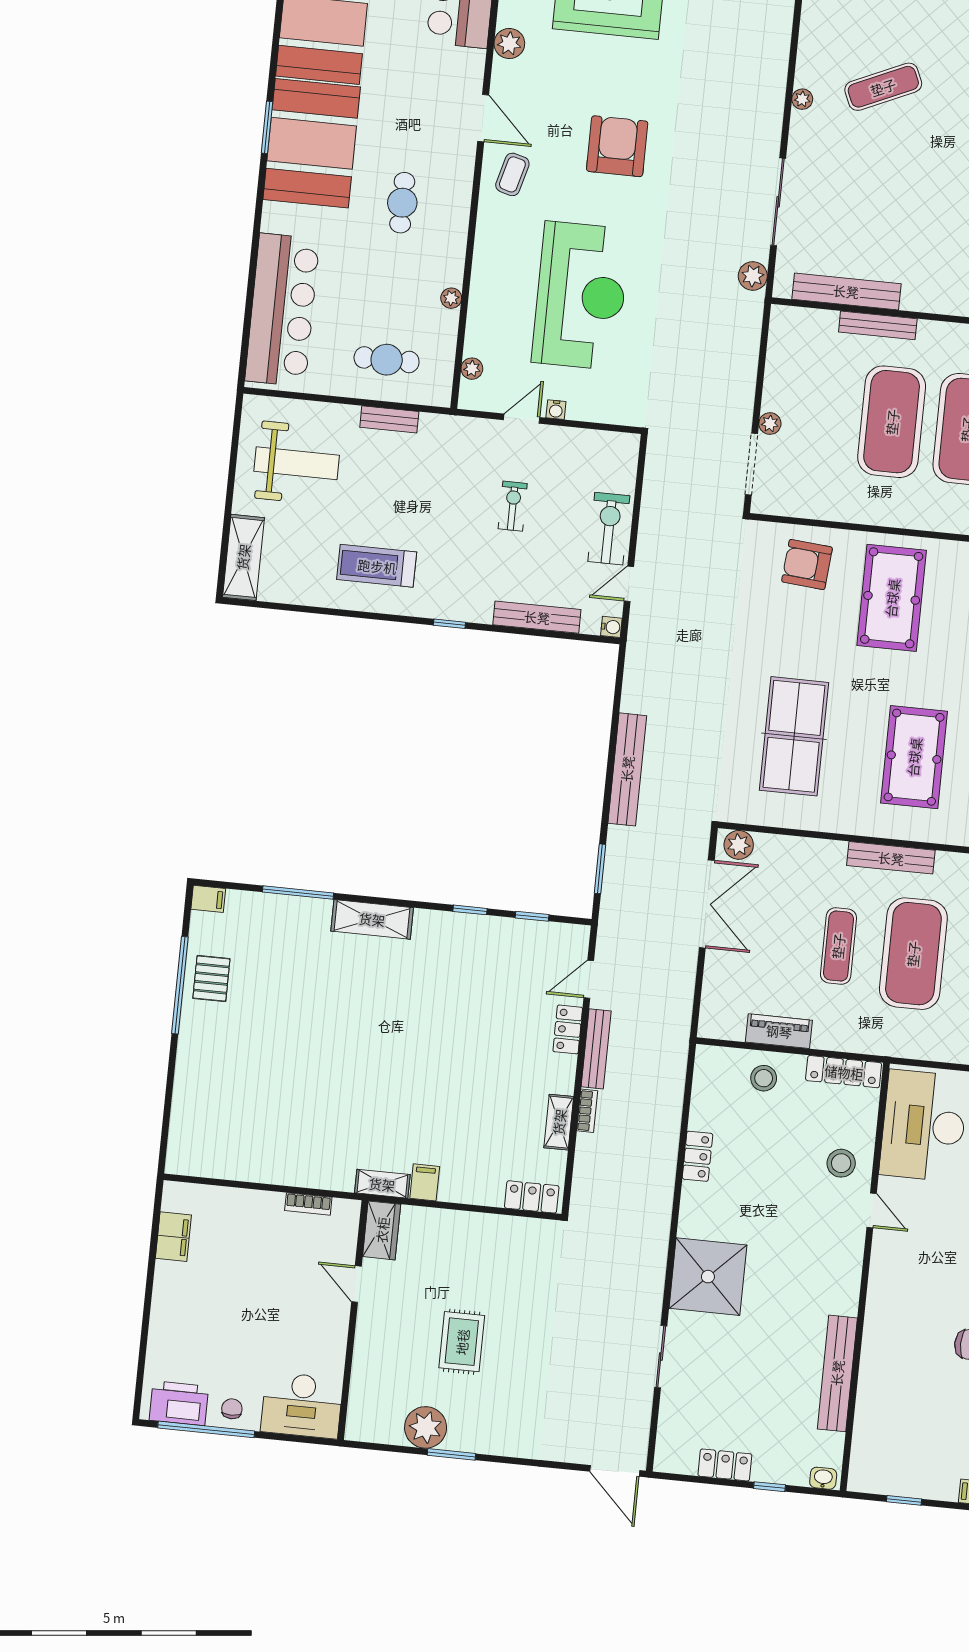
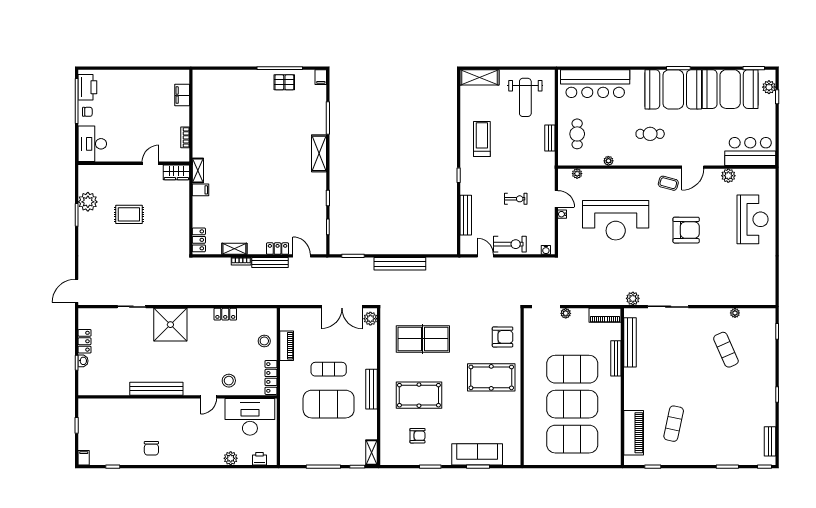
plant: (802, 99) -> (735, 313), moved
piano: (783, 339) -> (605, 315), added
armchair: (807, 564) -> (503, 337), turned 85
water cooler: (611, 627) -> (546, 250), moved
filing cabinet: (173, 1237) -> (182, 95), moved, turned 90
bench: (837, 1373) -> (156, 389), moved
washbasin: (823, 1478) -> (83, 361), moved

